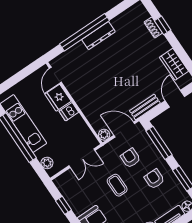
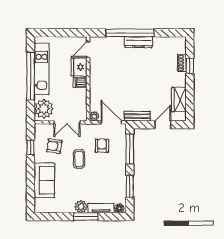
plant: (47, 163) -> (44, 109), width x1.87, depth x1.87
armchair: (154, 179) -> (54, 146), moved, turned -82

